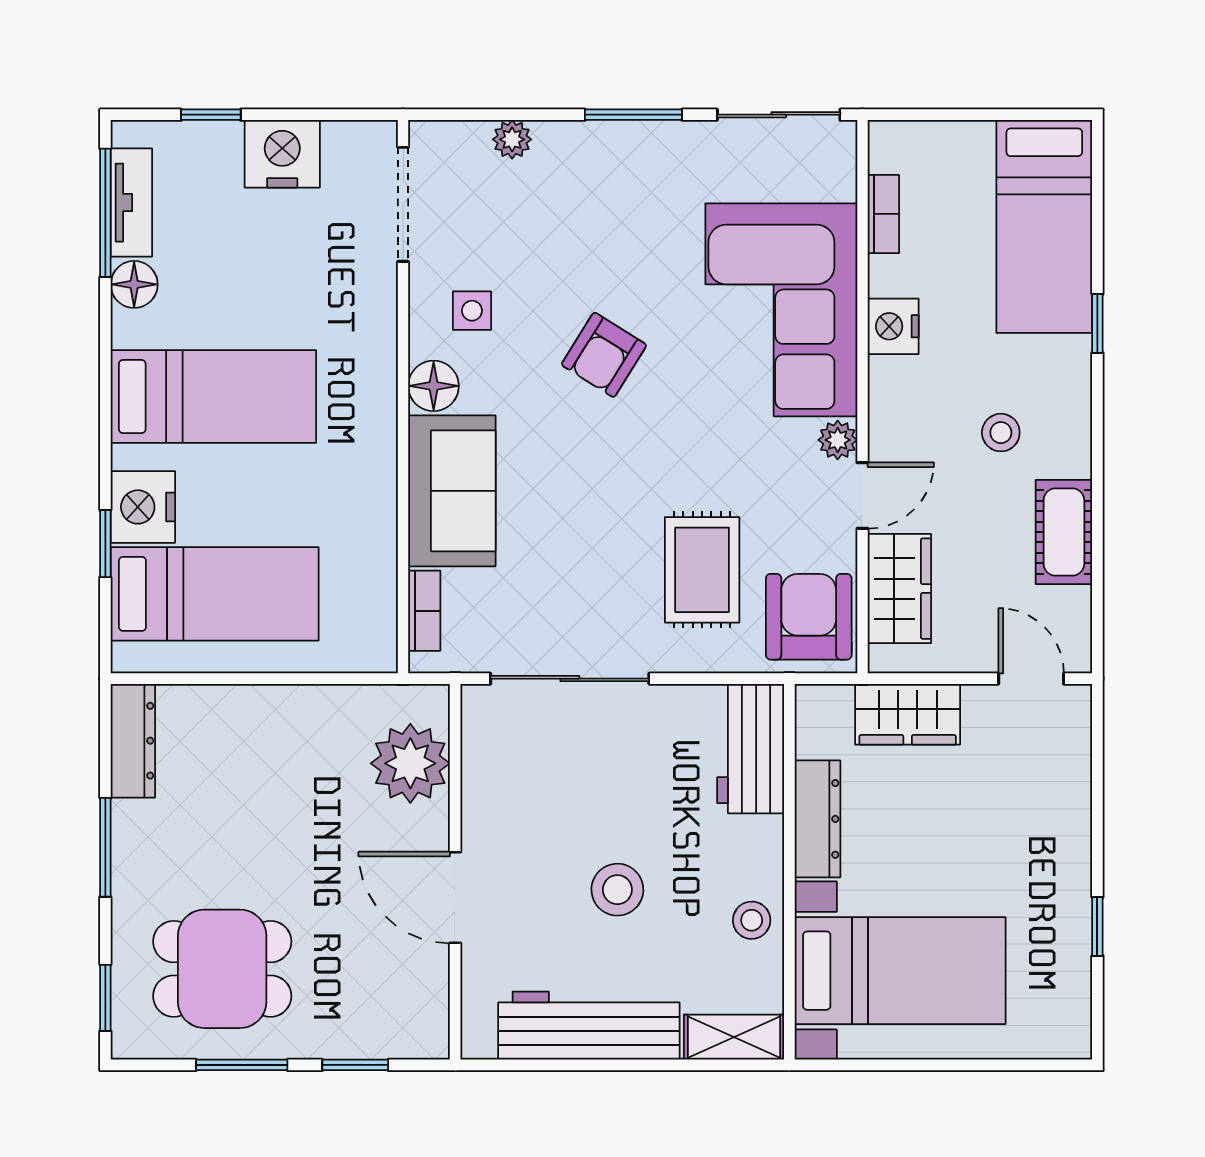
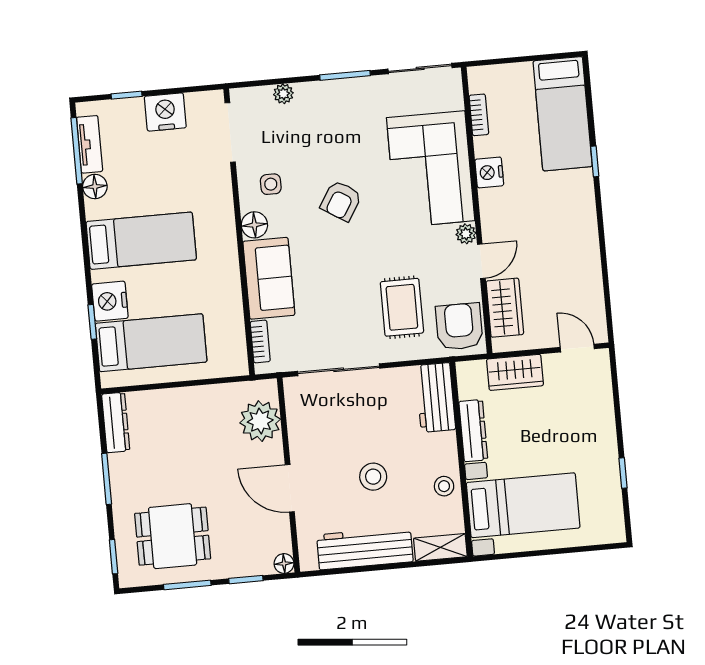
stool: (1001, 433) -> (550, 222), removed
cot: (1064, 532) -> (587, 271), removed
floor lamp: (431, 1041) -> (284, 564), added

